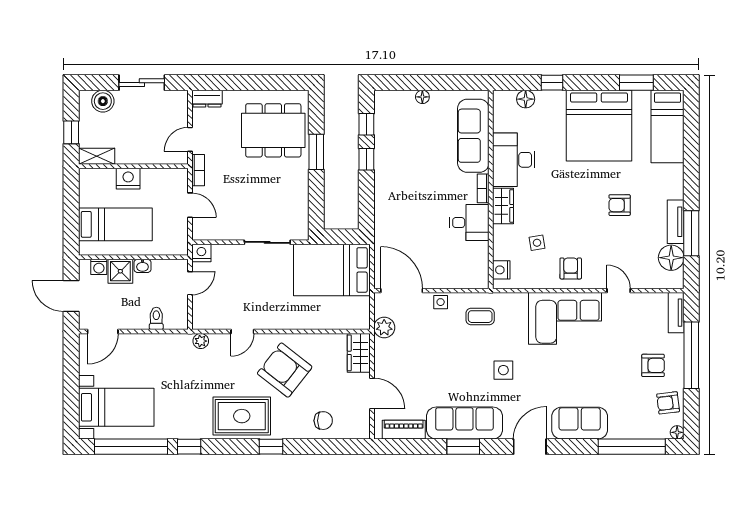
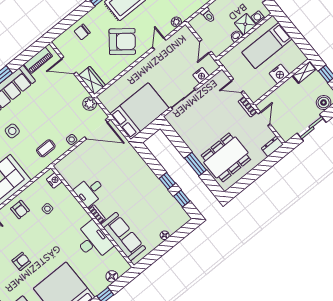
wardrobe: (503, 206) -> (80, 213), removed
nightstand: (201, 253) -> (201, 75), moved

